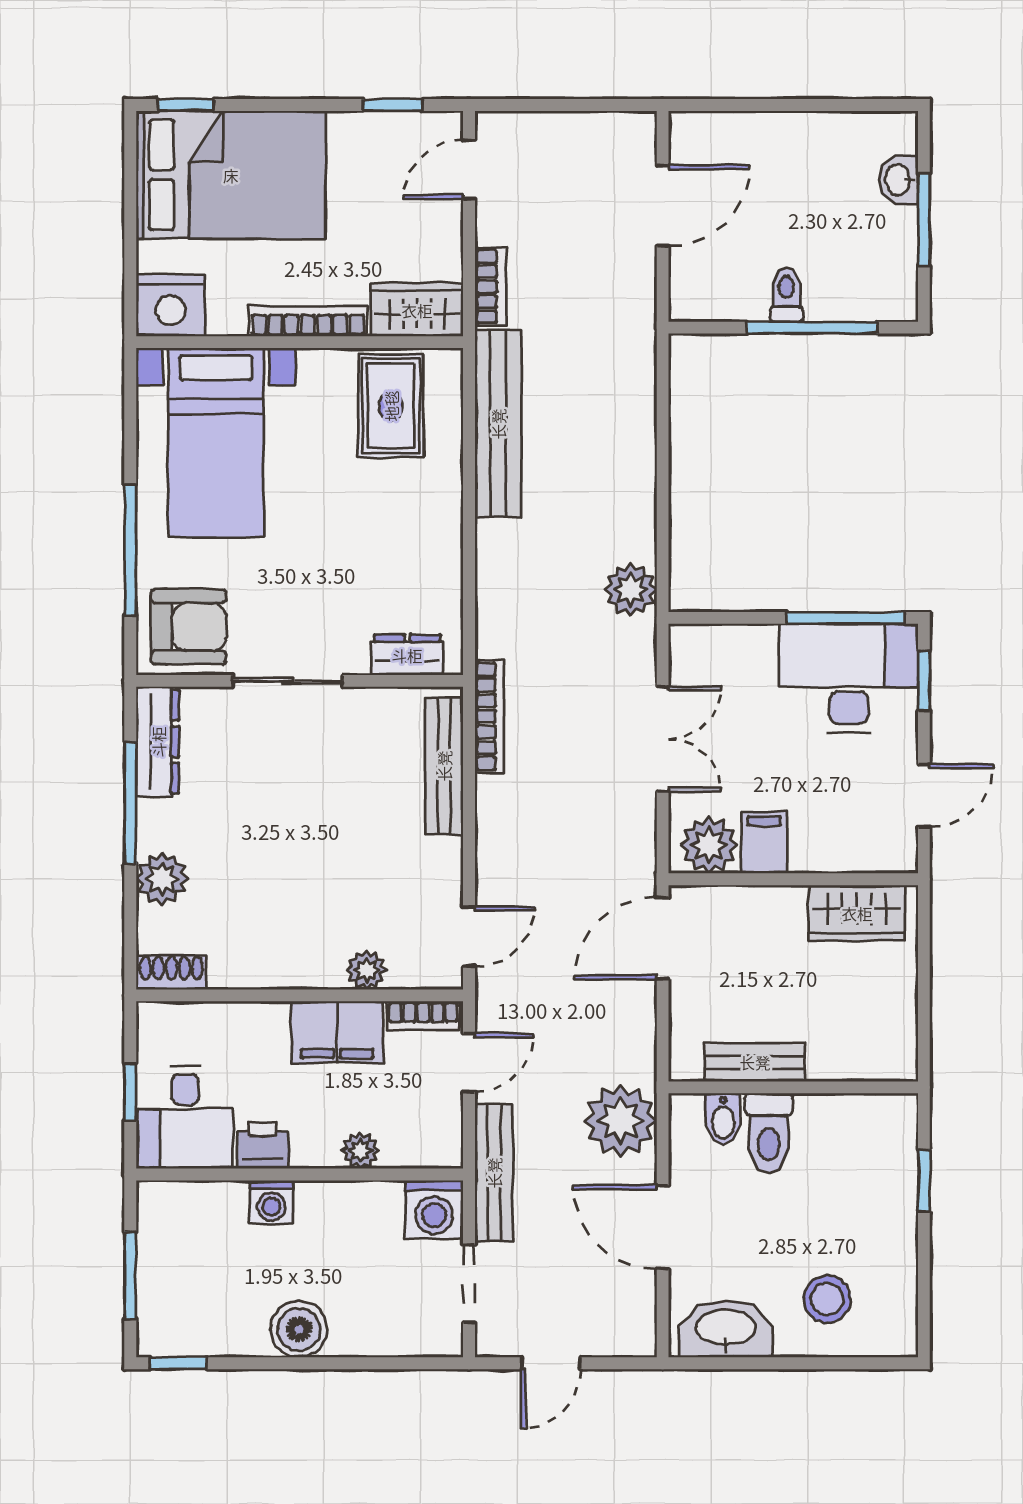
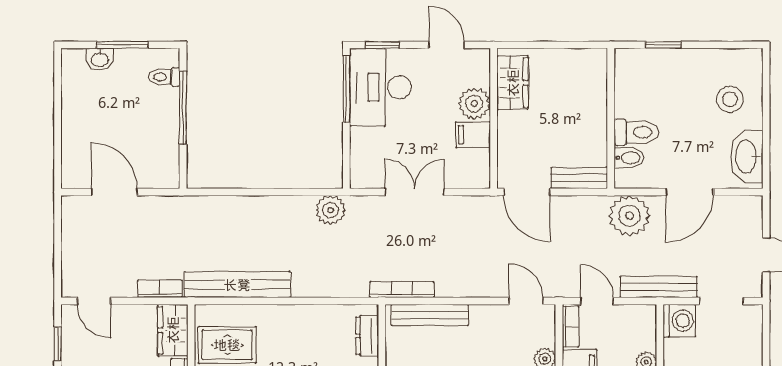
toilet: (786, 295) -> (164, 77), moved
plant: (709, 845) -> (474, 104), moved
bench: (755, 1062) -> (579, 178), moved, turned 90

